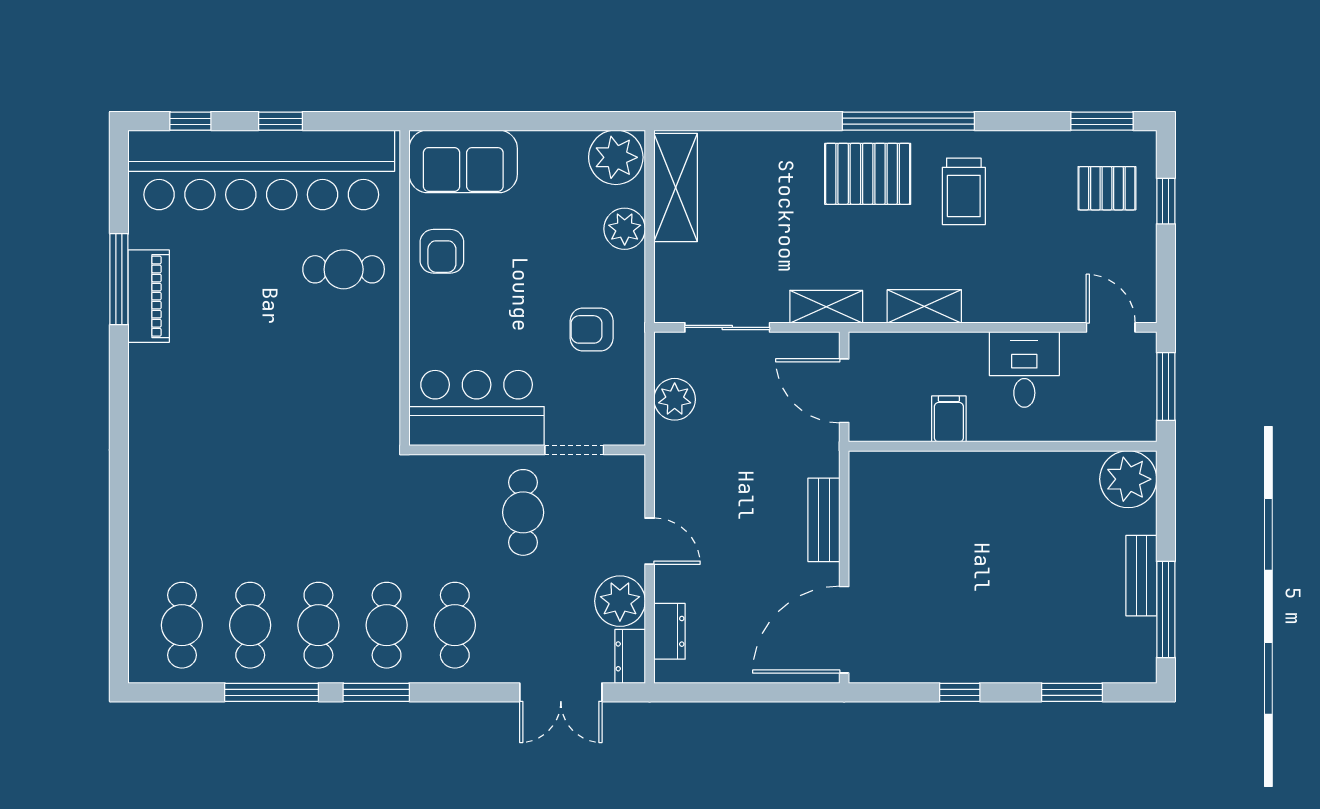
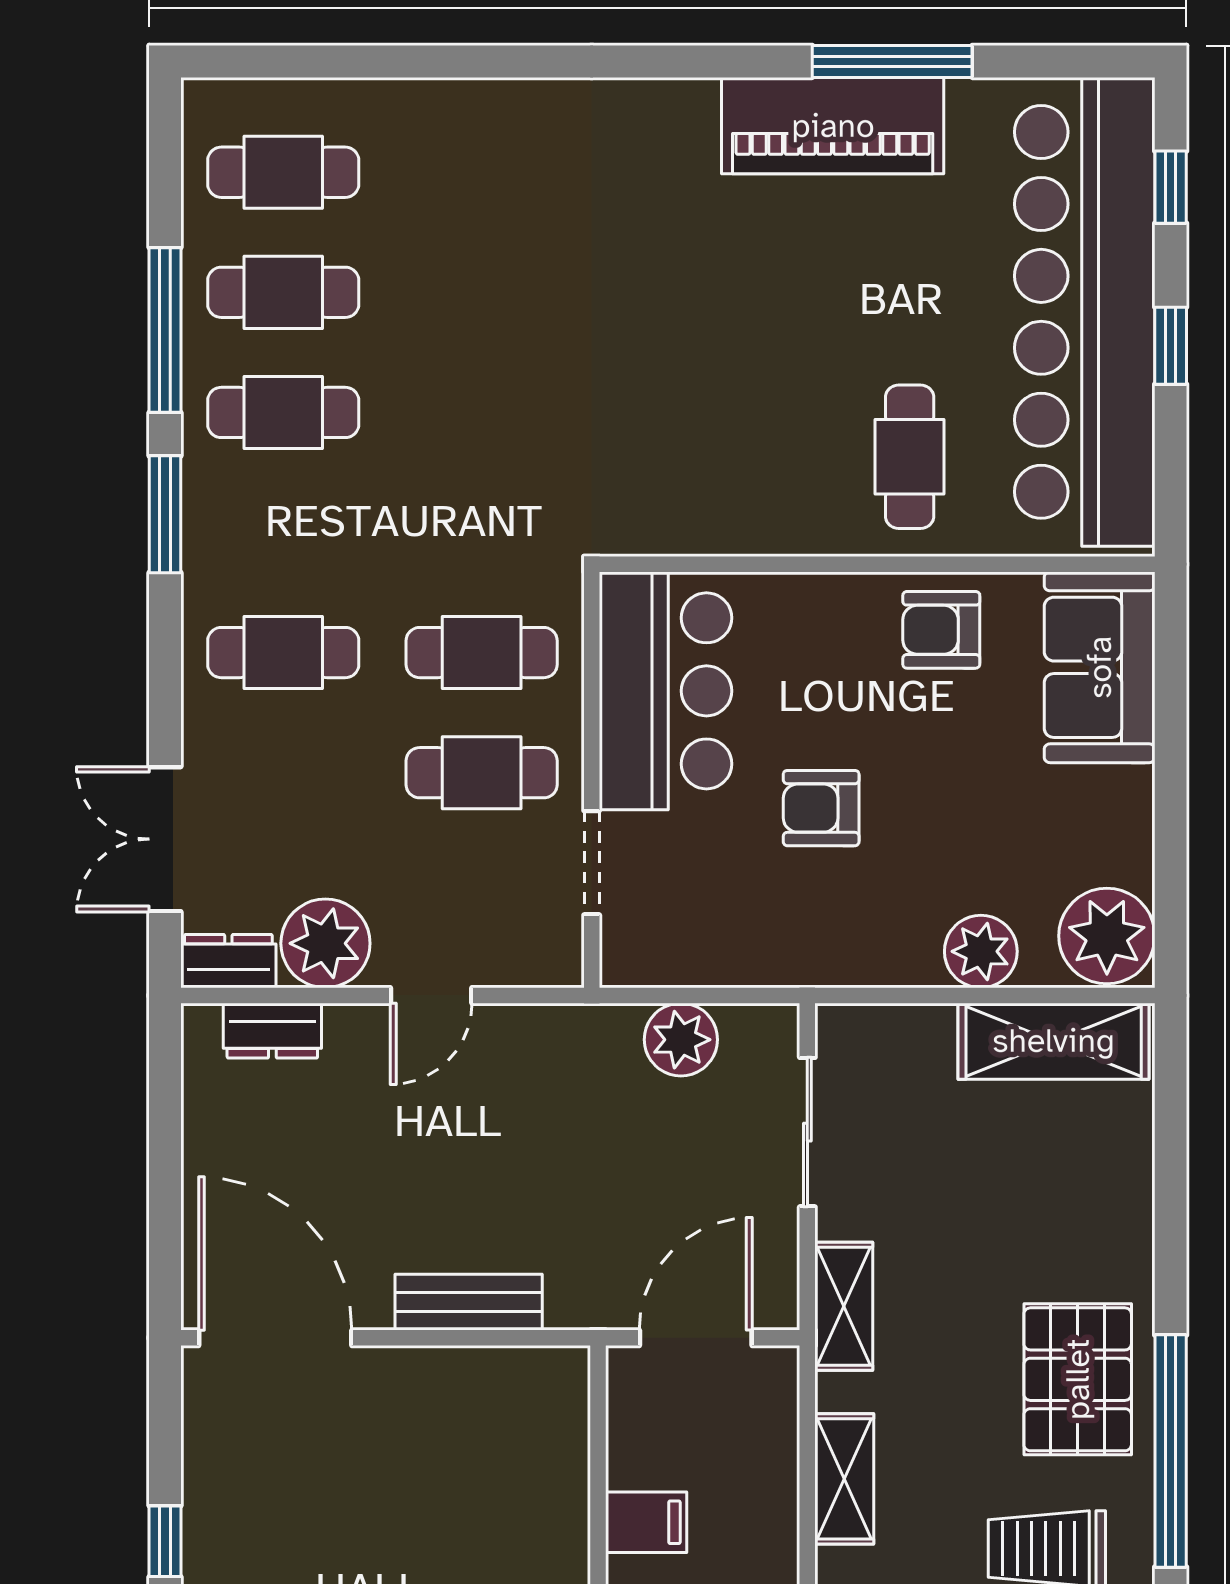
piano: (149, 296) -> (833, 126), width x1.37, depth x1.33
armchair: (592, 329) -> (821, 808), moved, turned -90
cafe table: (387, 625) -> (482, 653), moved

